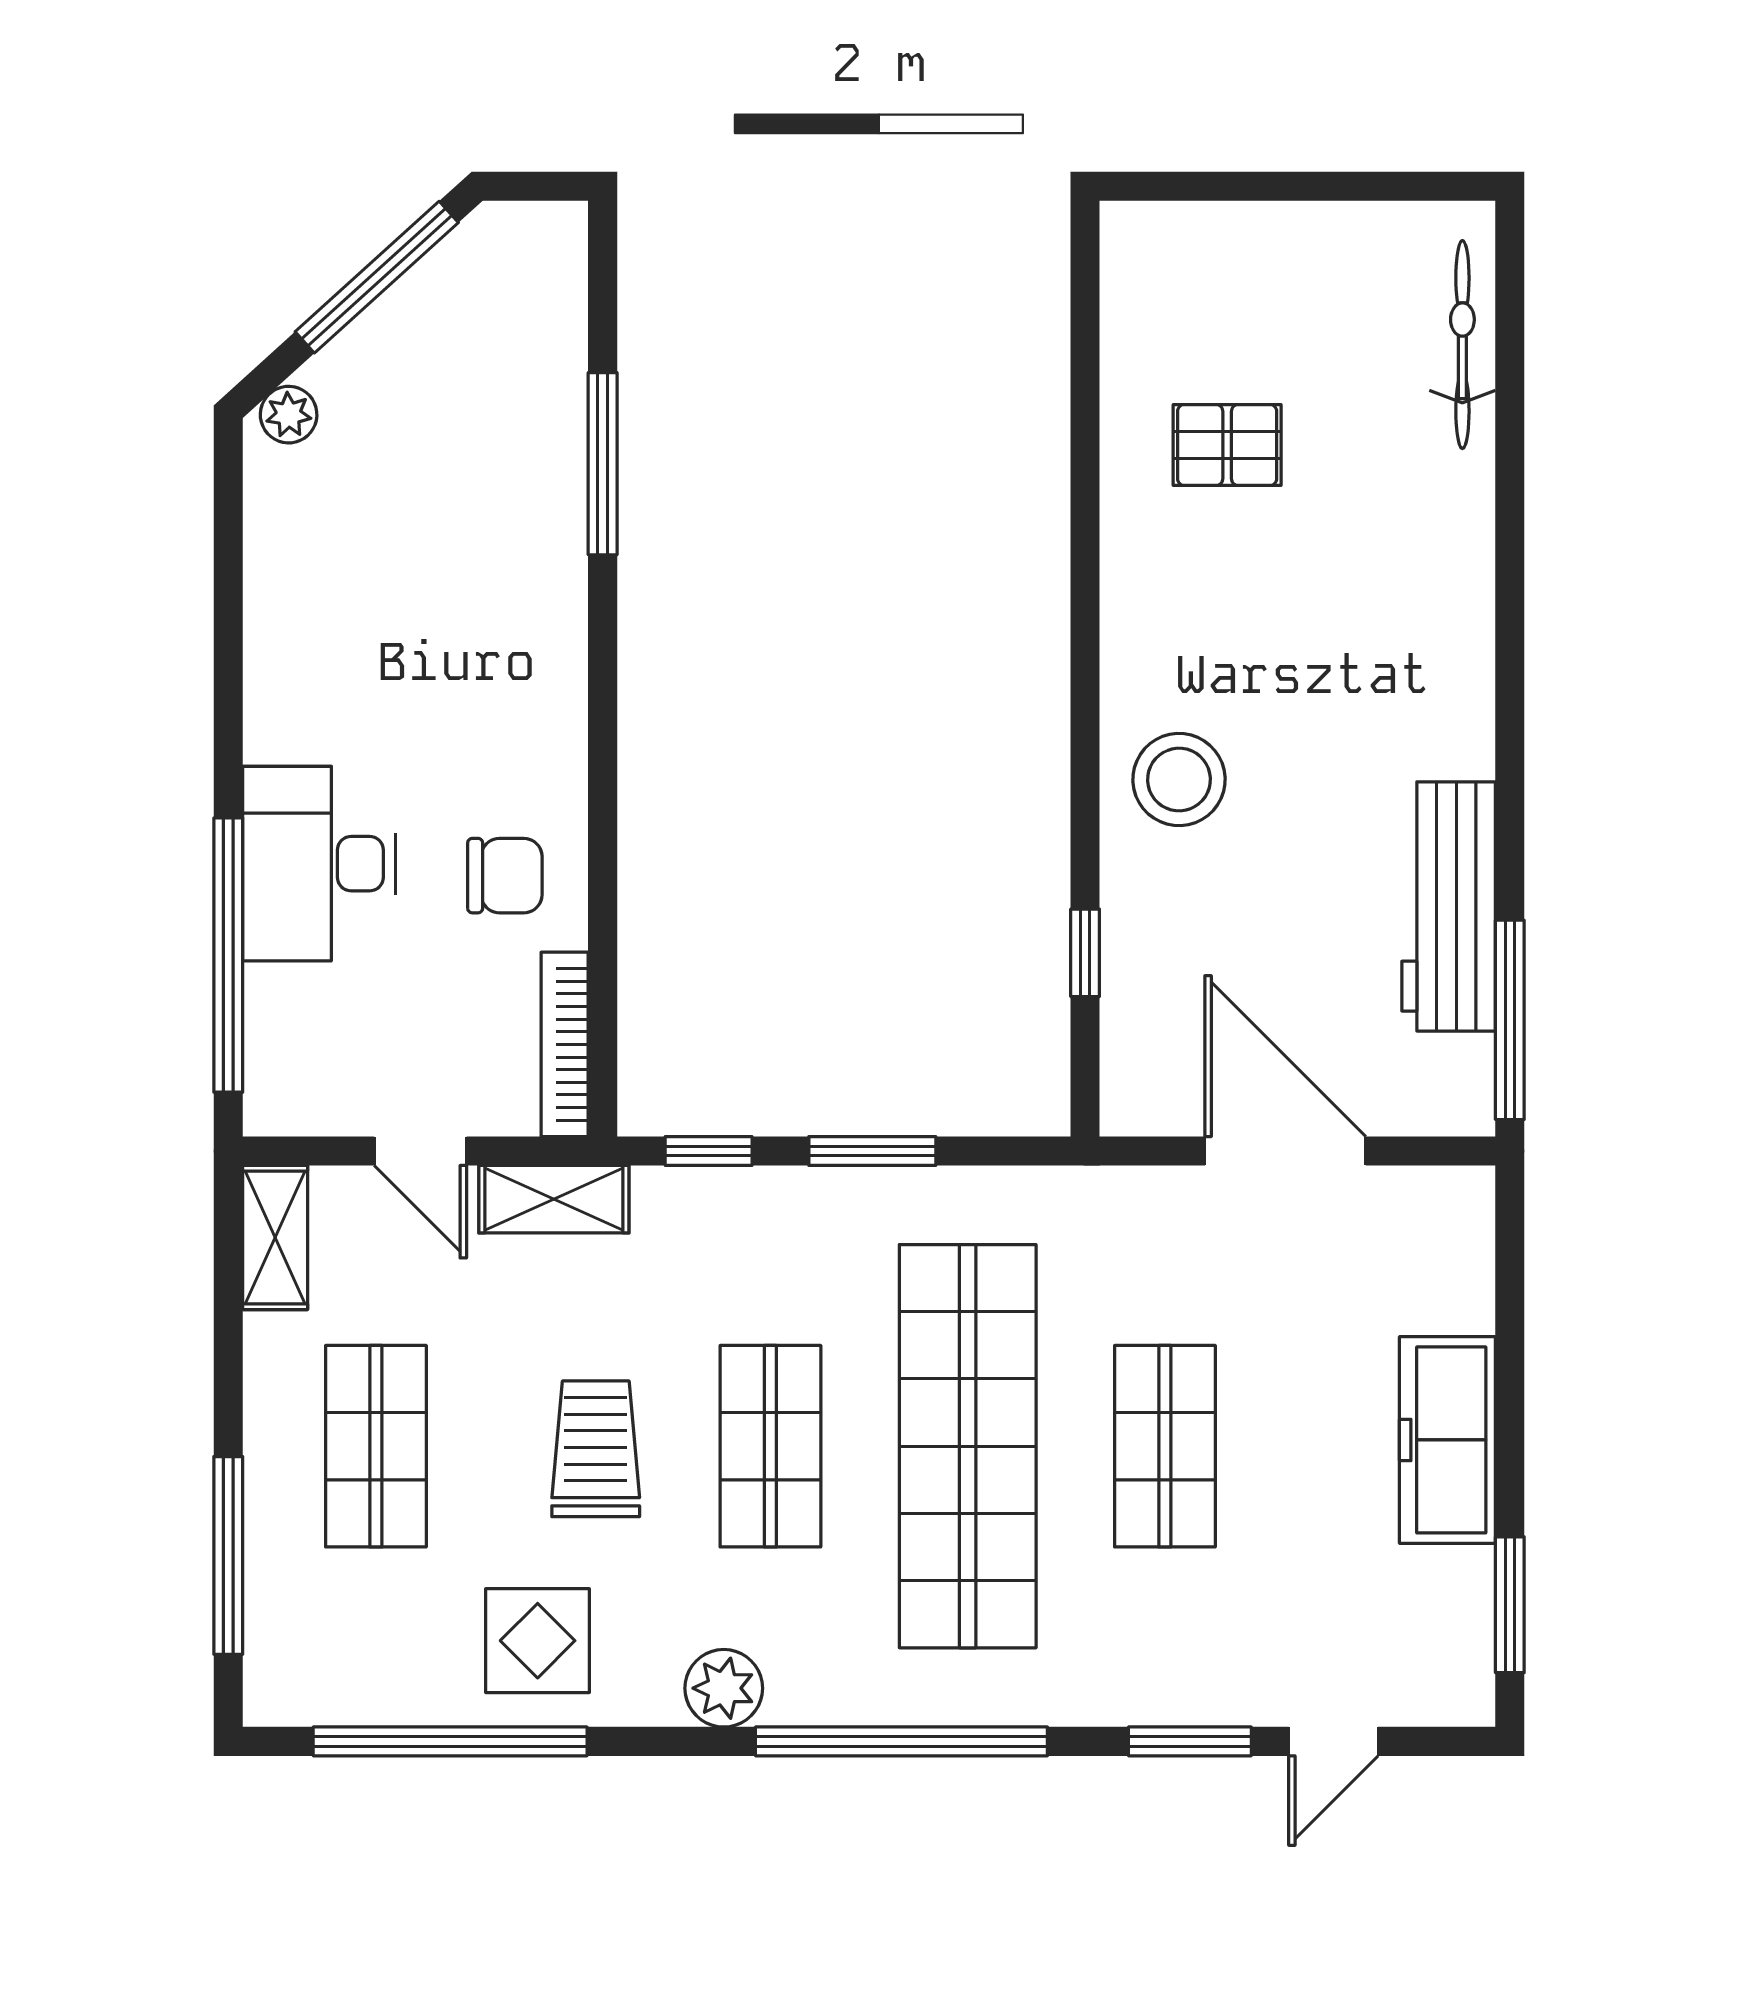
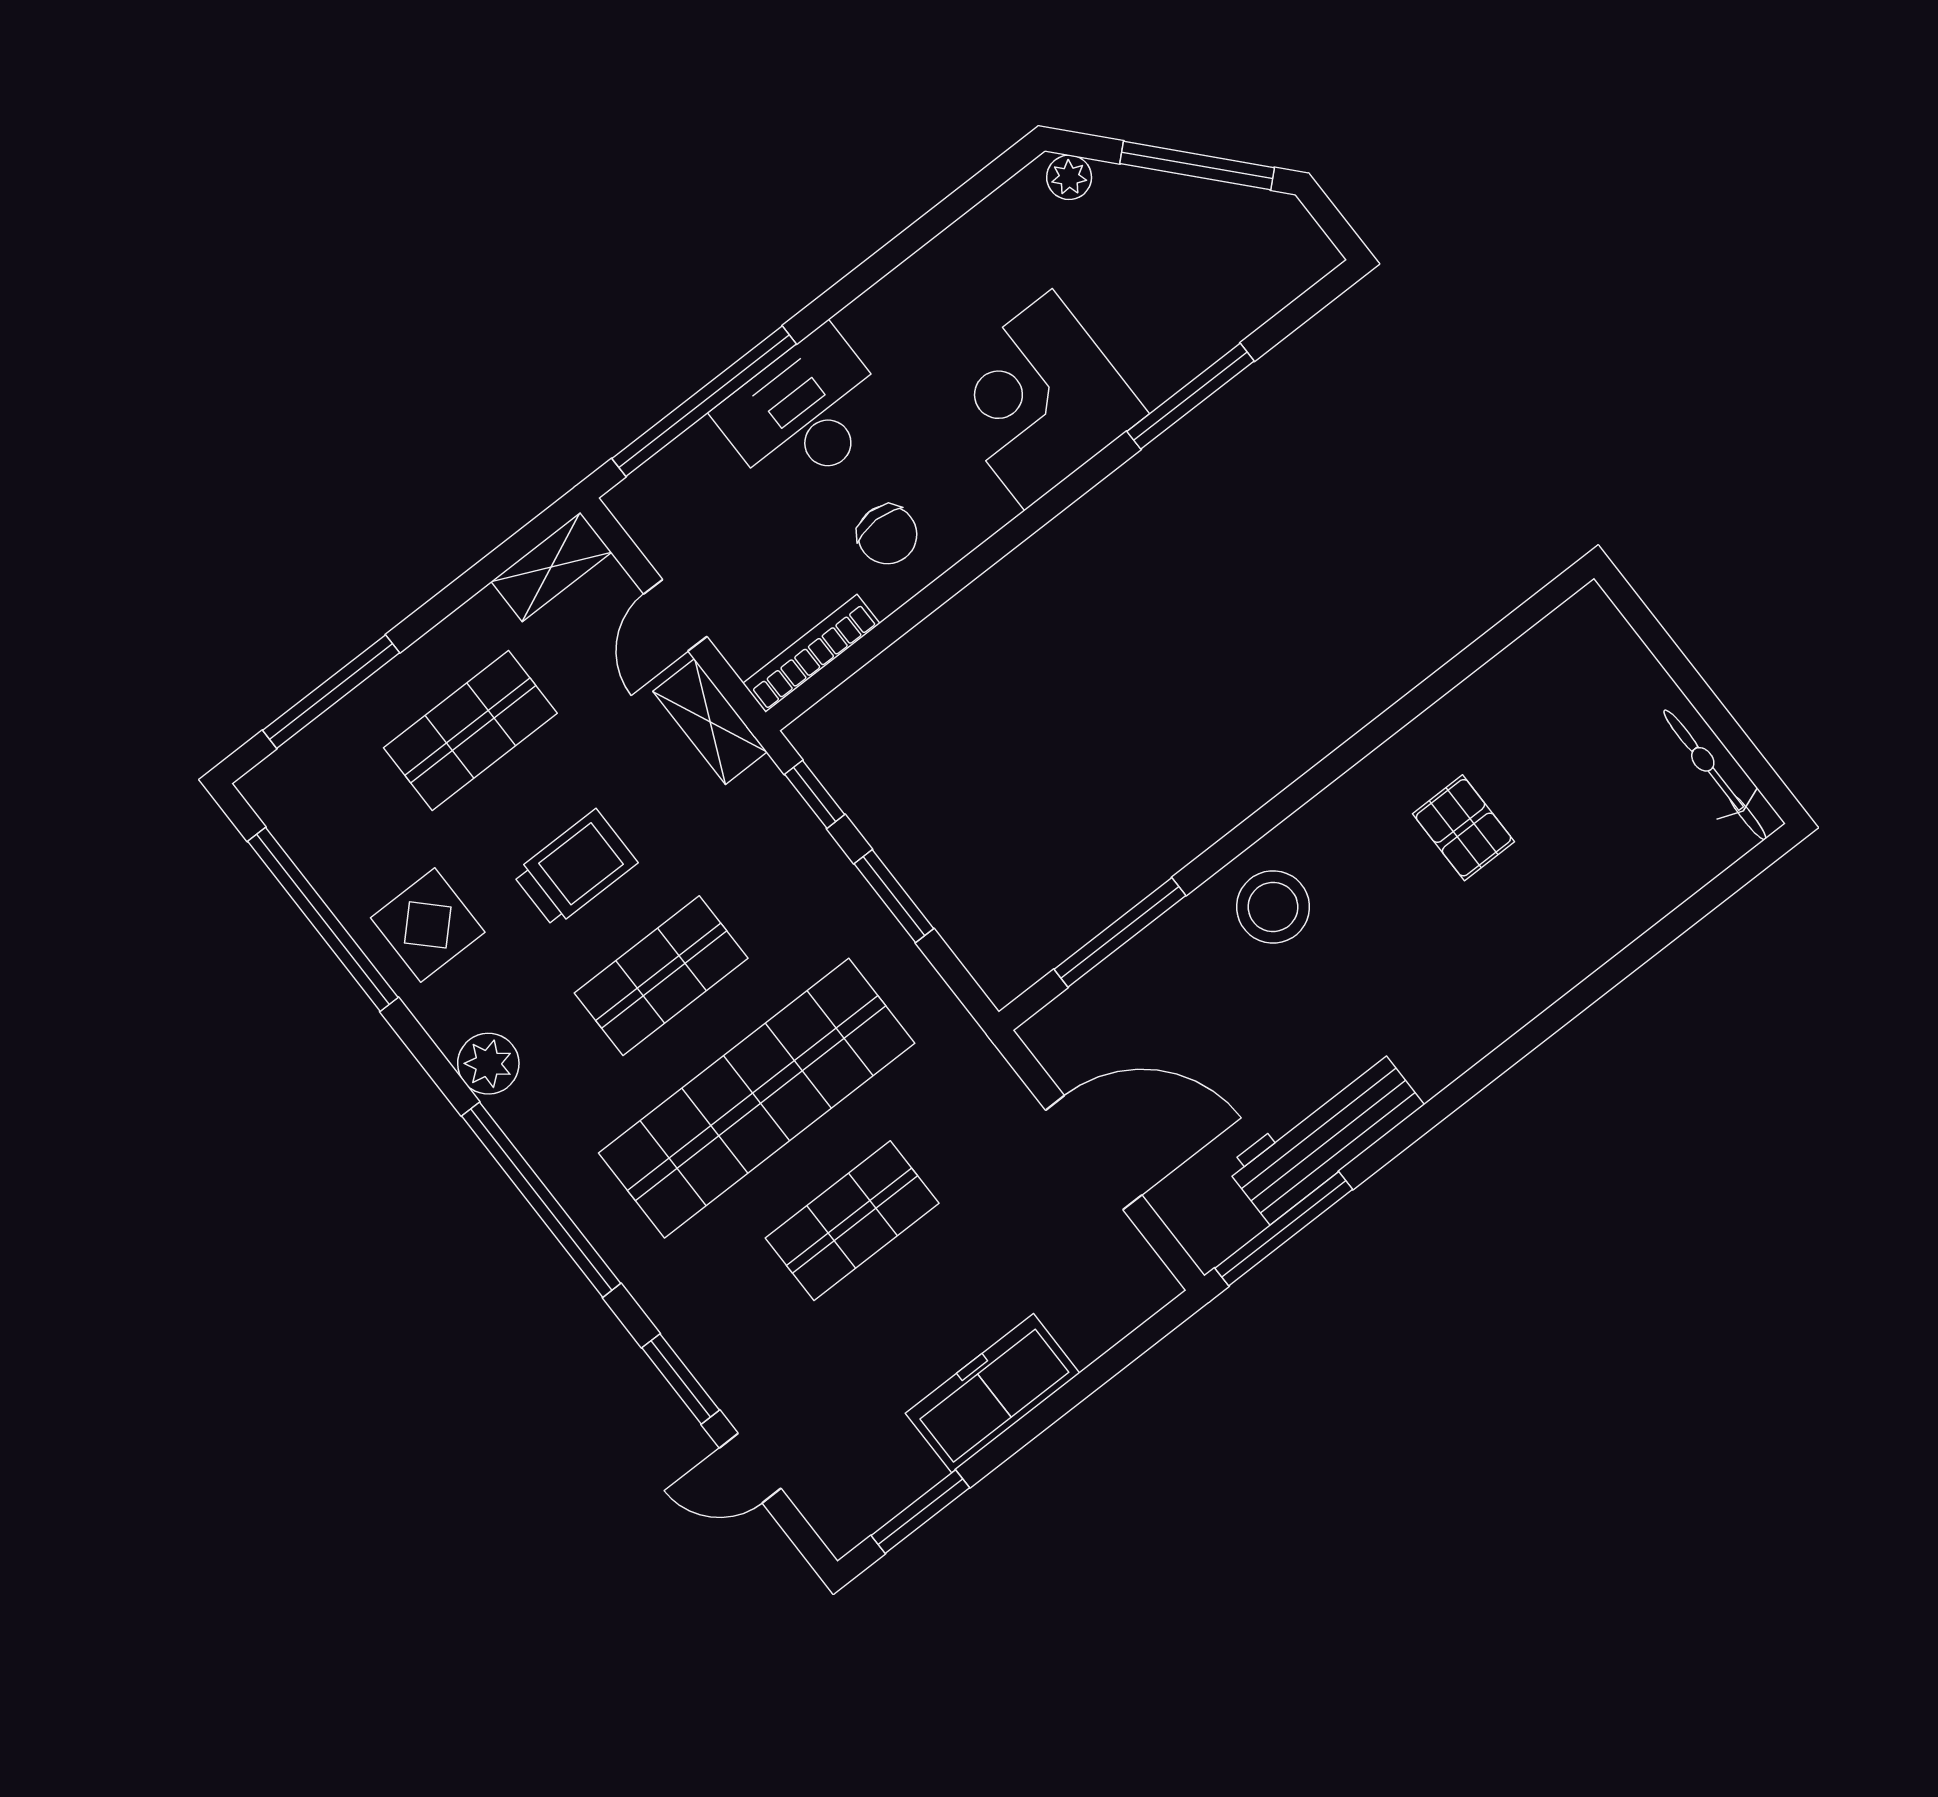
bicycle: (1462, 345) -> (1715, 775), moved, turned -90
pallet: (1227, 445) -> (1463, 828), moved
corner desk: (488, 619) -> (1038, 400), added
window: (1085, 953) -> (1120, 932), width x2.17
door: (1285, 1151) -> (1094, 1153), hinge flipped

